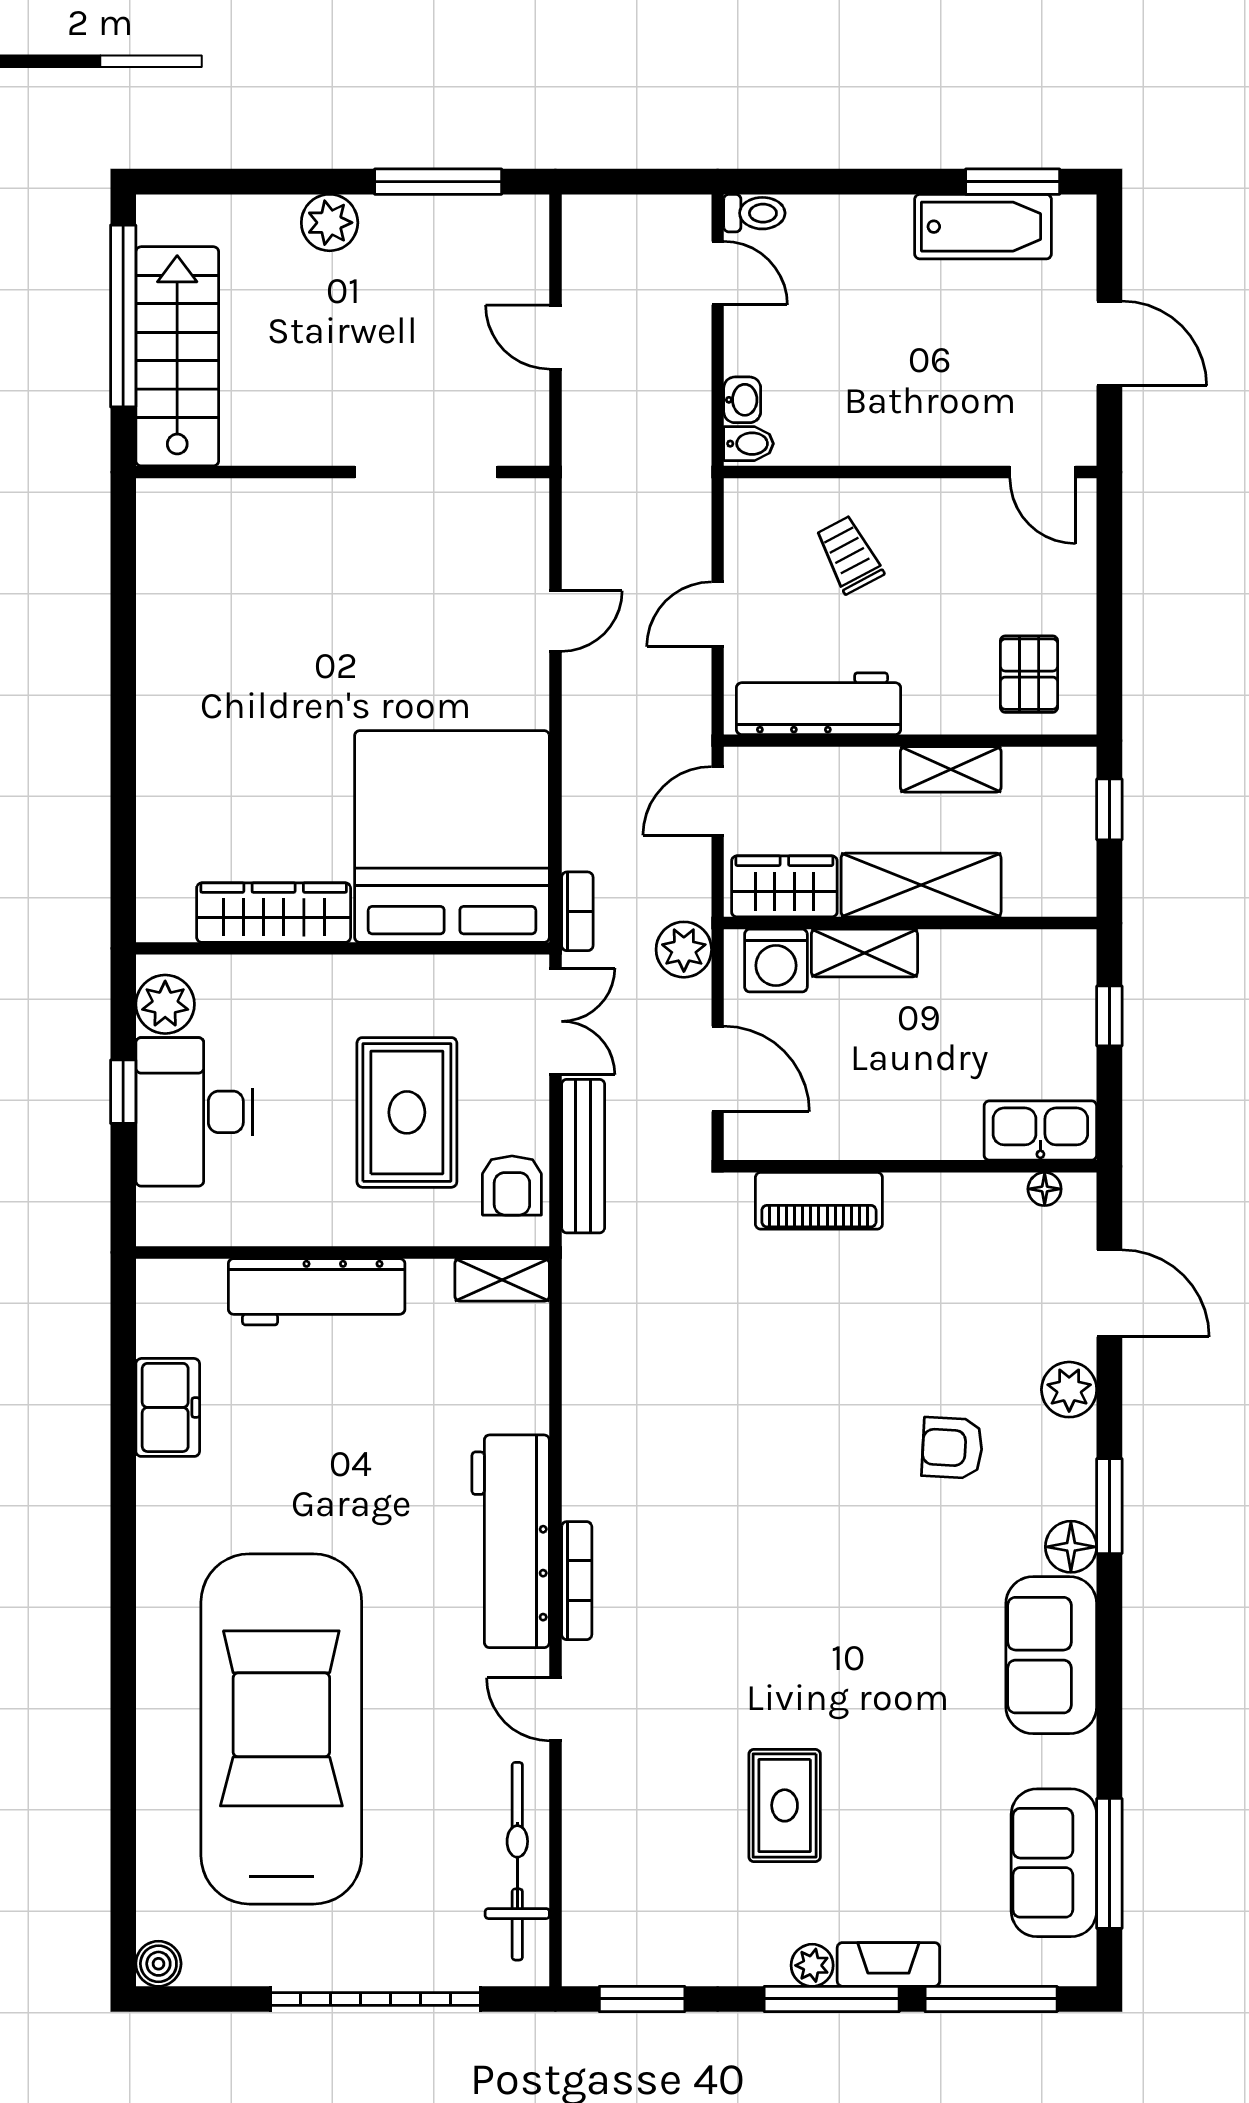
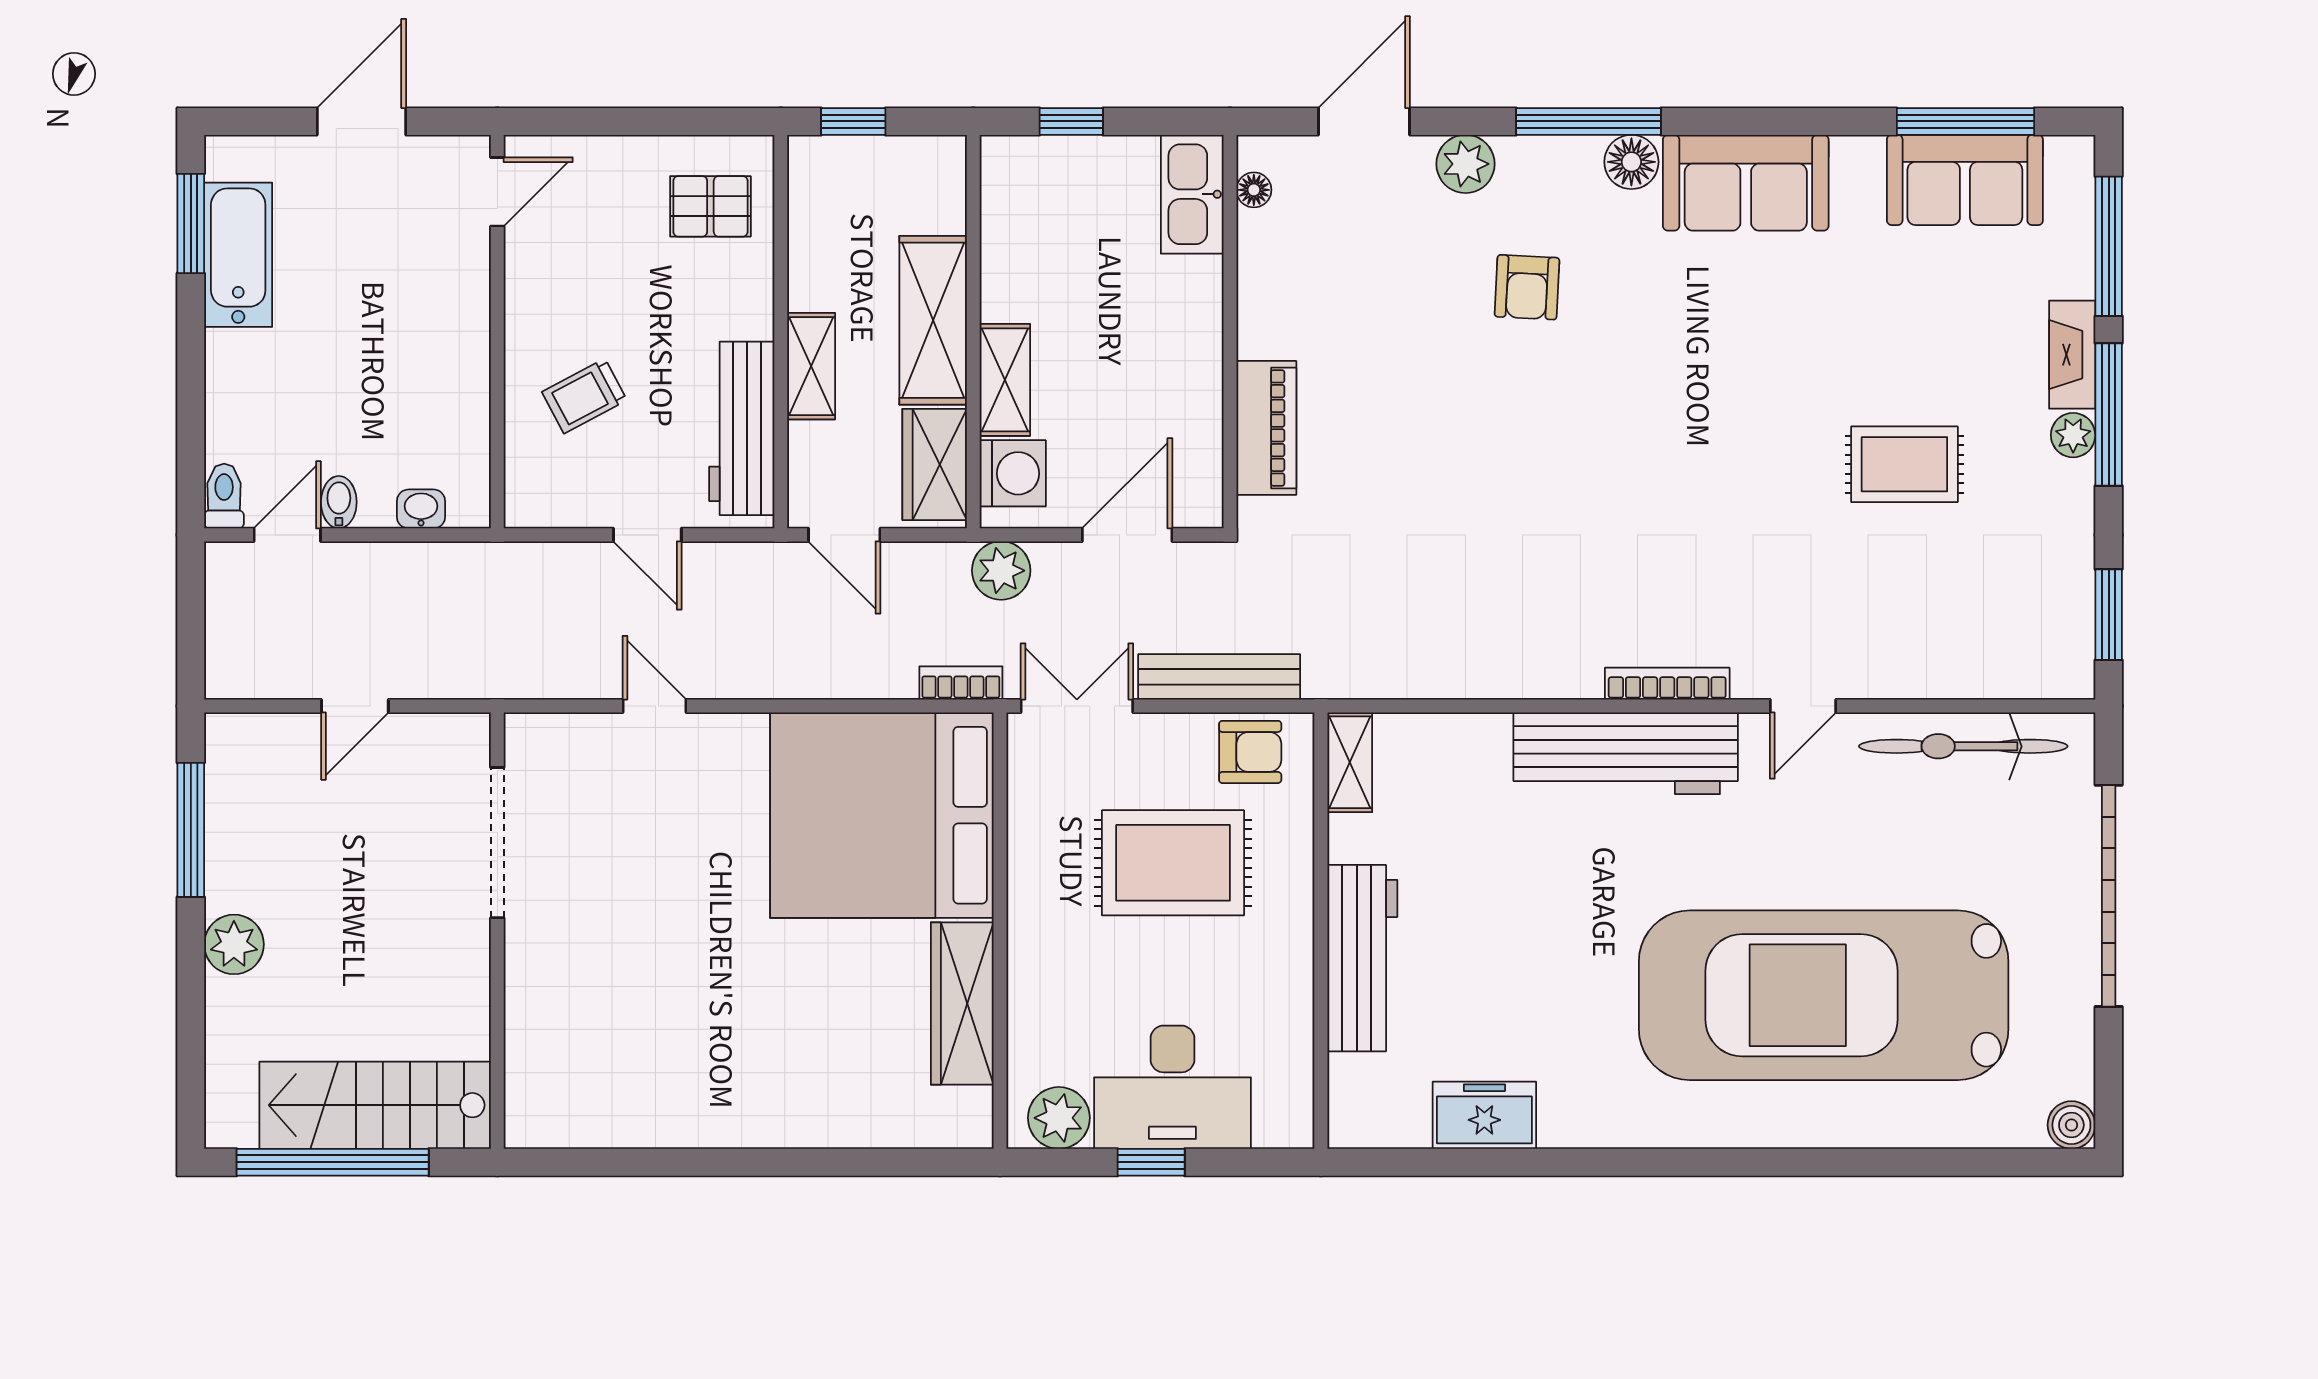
bidet: (749, 444) -> (339, 502), moved
shelving: (951, 769) -> (811, 366), moved
window: (1109, 1506) -> (1588, 121), width x1.44

